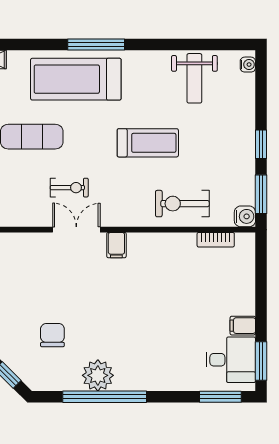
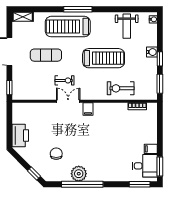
treadmill: (148, 143) -> (104, 58), width x1.37, depth x1.38
water cooler: (245, 216) -> (152, 52), moved

